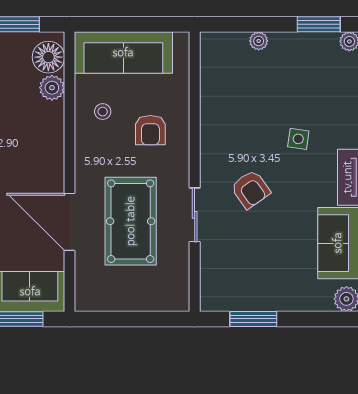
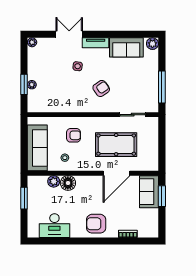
window: (319, 24) -> (24, 84), moved
floor lamp: (48, 57) -> (68, 183), moved
sliding door: (195, 215) -> (133, 115), moved
window: (253, 319) -> (162, 87), width x1.44

